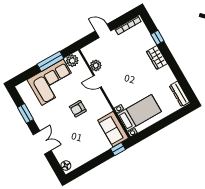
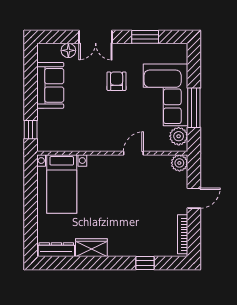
wardrobe: (157, 58) -> (91, 248), moved
plant: (96, 65) -> (179, 163), moved
armchair: (78, 109) -> (117, 81), moved
sofa: (113, 129) -> (50, 85), moved, turned 90
floor lamp: (66, 166) -> (68, 50), moved

